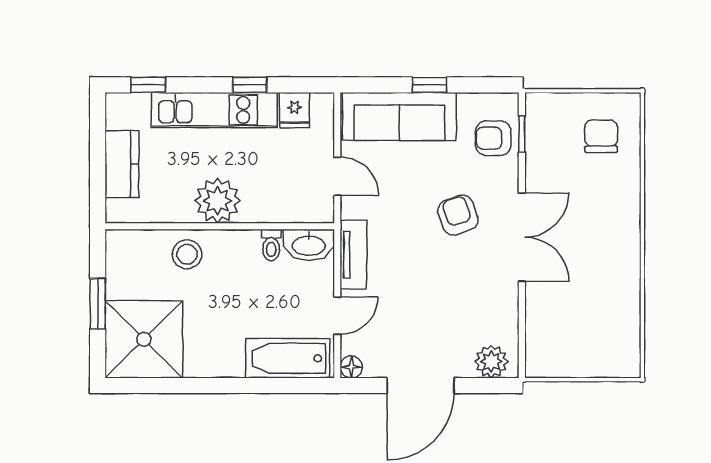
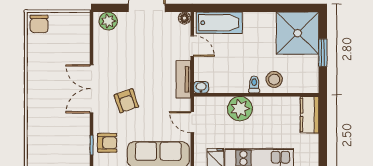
chair: (601, 136) -> (39, 24), moved
kitchen counter: (122, 164) -> (310, 115), moved
plant: (218, 201) -> (240, 109), moved
toilet: (271, 245) -> (254, 84), moved
washbasin: (309, 245) -> (201, 87), width x0.52, depth x0.69
door: (337, 316) -> (192, 46), swing flipped

